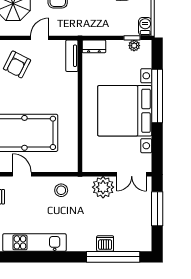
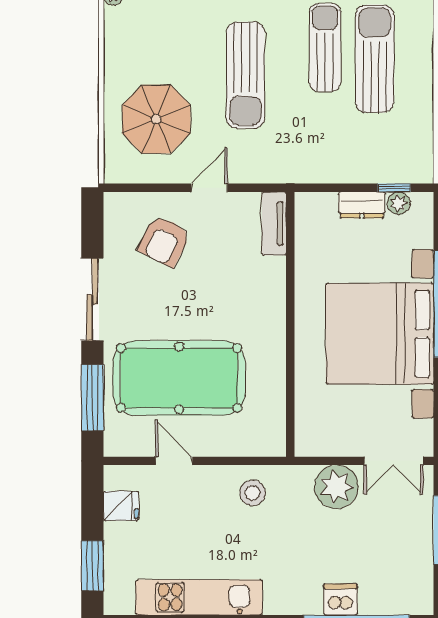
barbecue: (145, 27) -> (421, 165), removed
dresser: (94, 46) -> (362, 205), moved

